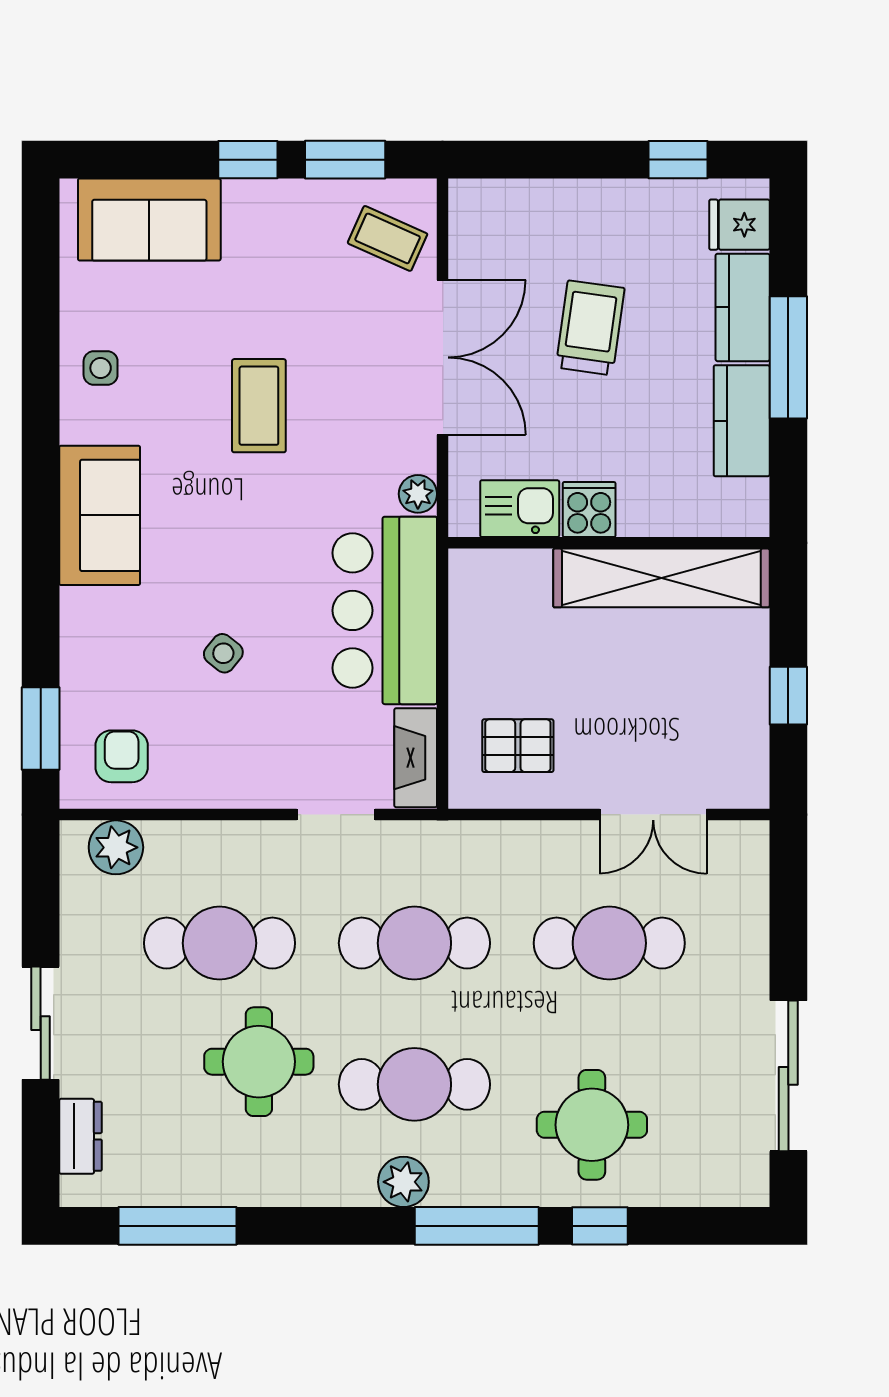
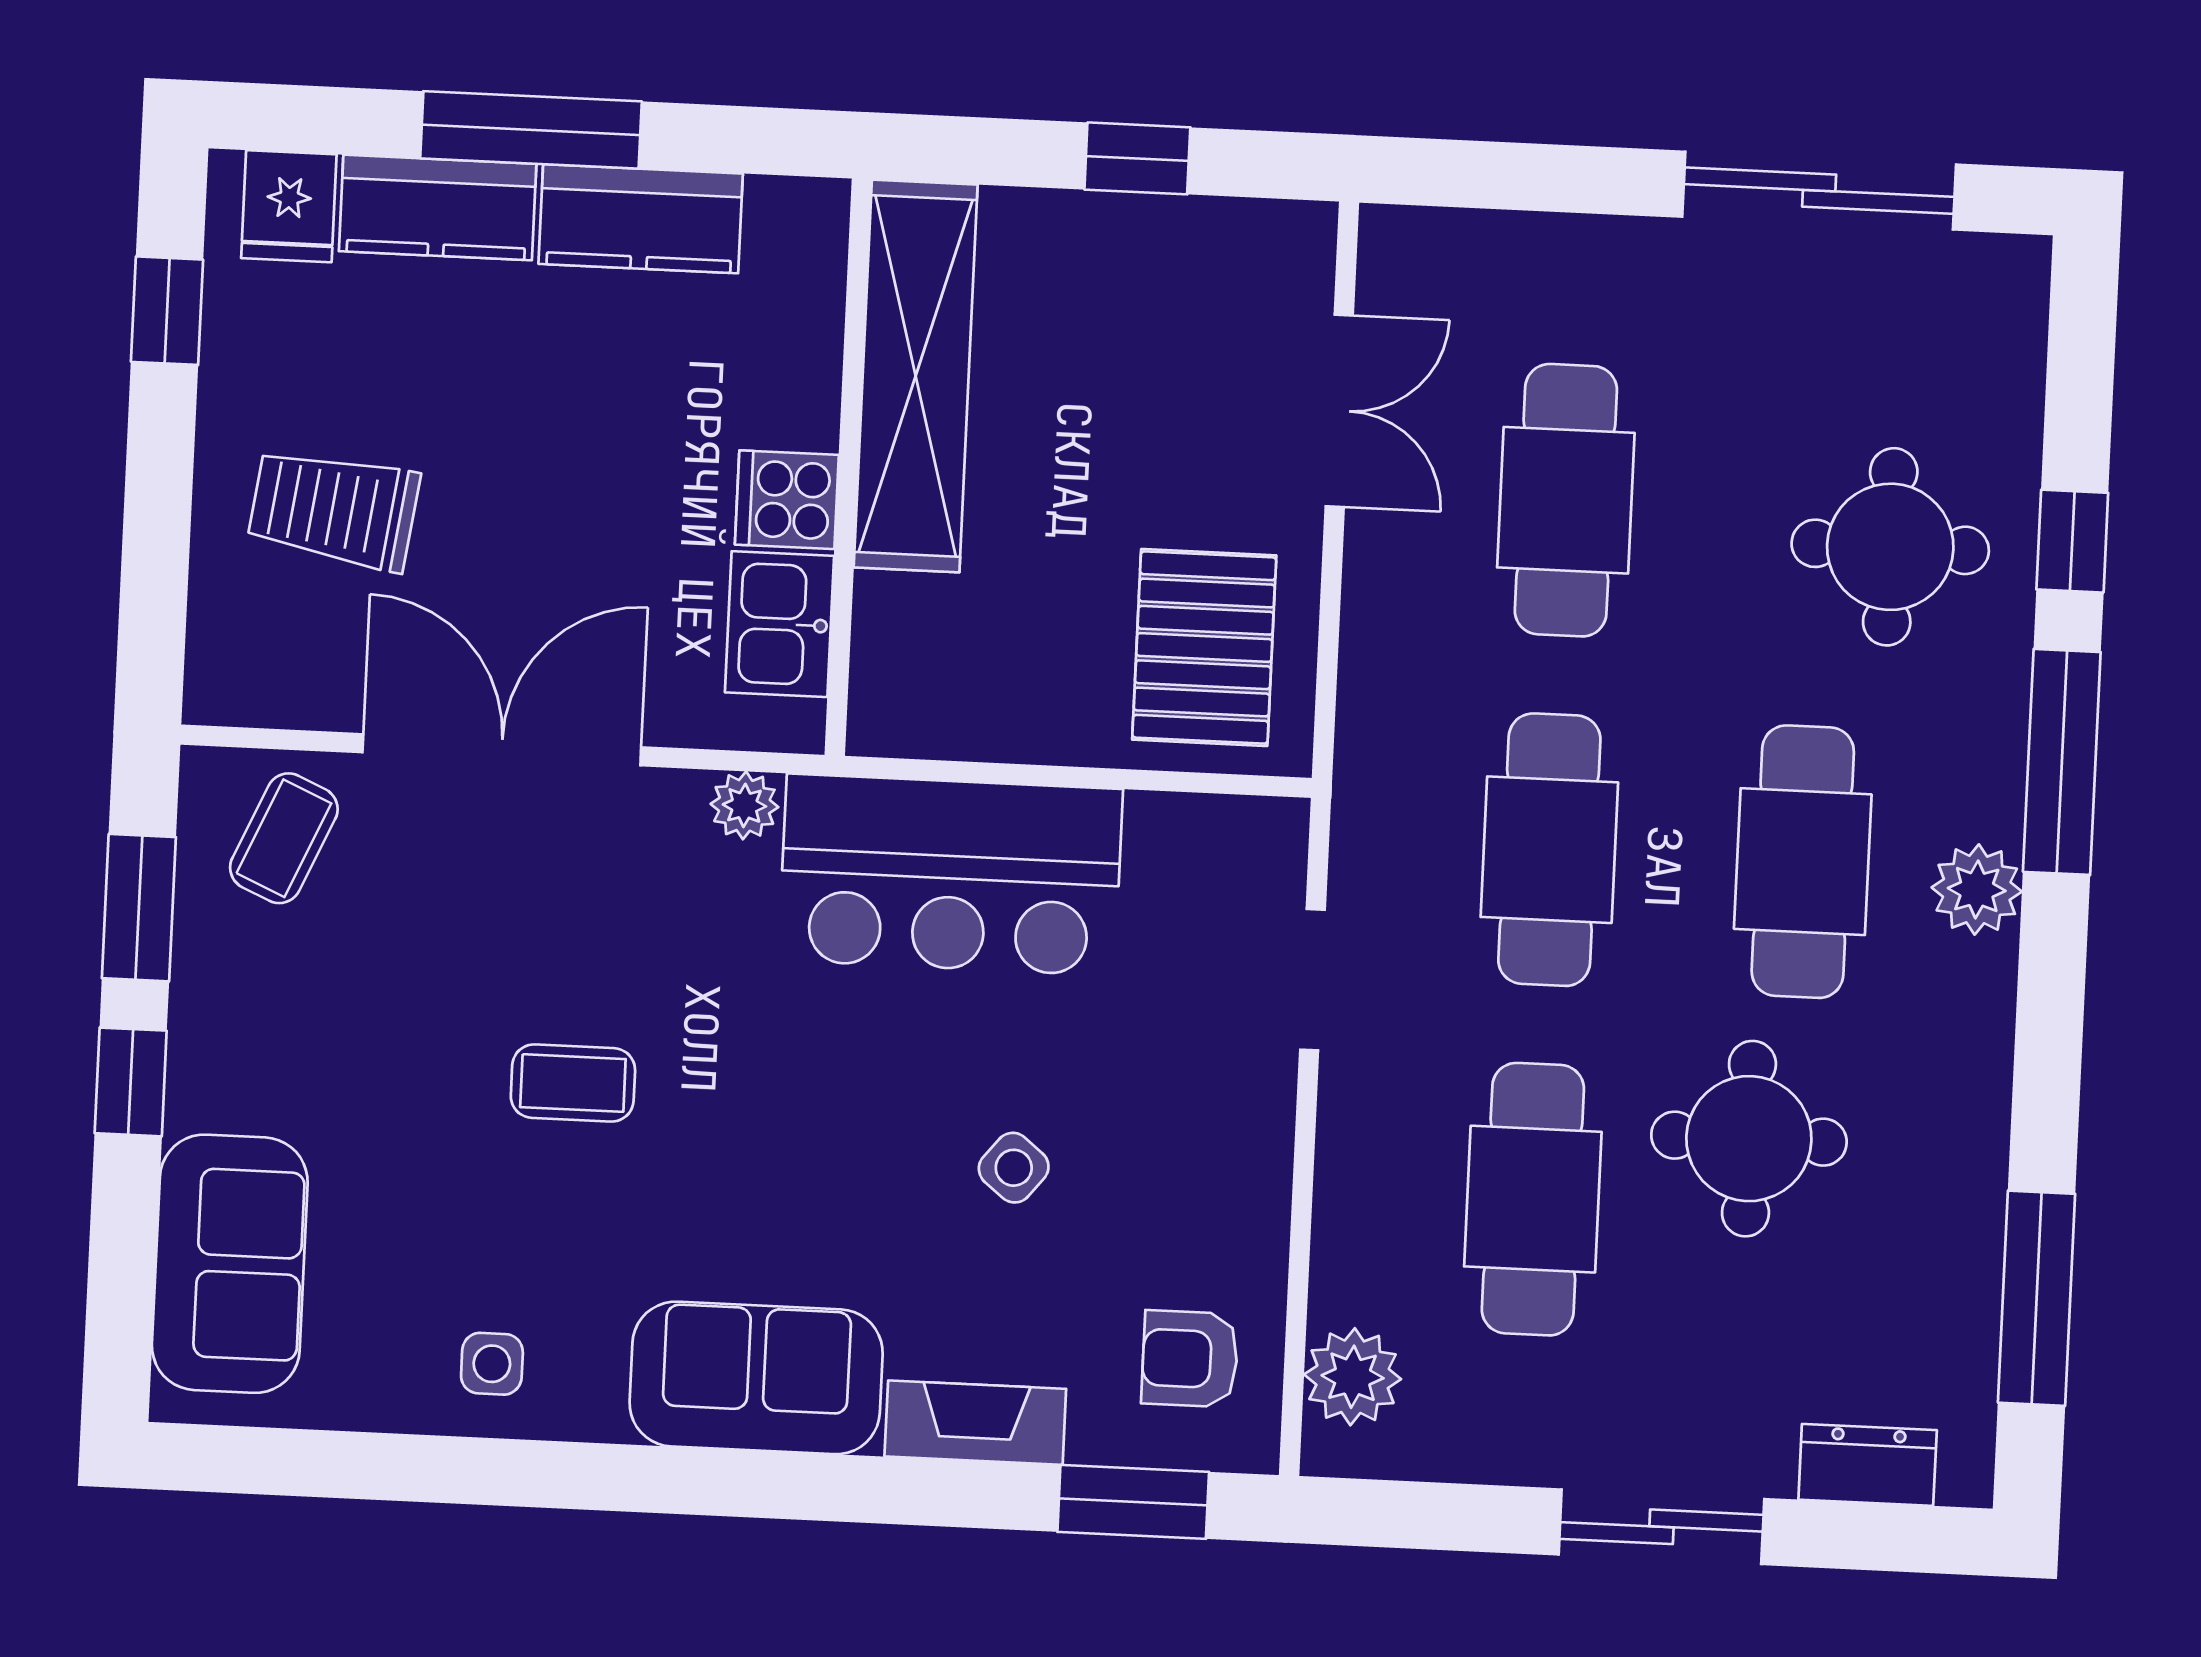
trolley: (590, 328) -> (334, 509), moved
coffee table: (259, 406) -> (573, 1083), width x0.73, depth x0.77
pallet: (518, 746) -> (1204, 647), width x1.50, depth x1.42
fireplace: (416, 758) -> (975, 1423), moved, turned 180

